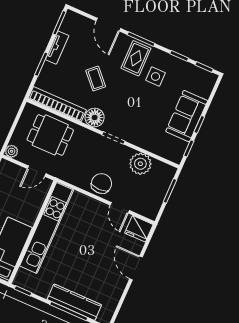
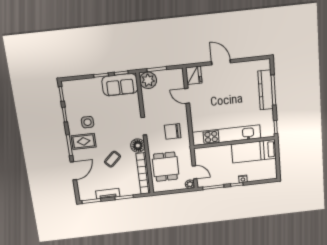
sofa: (187, 116) -> (120, 85), moved
plant: (140, 164) -> (148, 80), moved
door: (37, 171) -> (195, 172), moved
chair: (101, 183) -> (173, 131), moved
door: (120, 208) -> (187, 96), swing flipped
door: (136, 268) -> (221, 62), swing flipped

